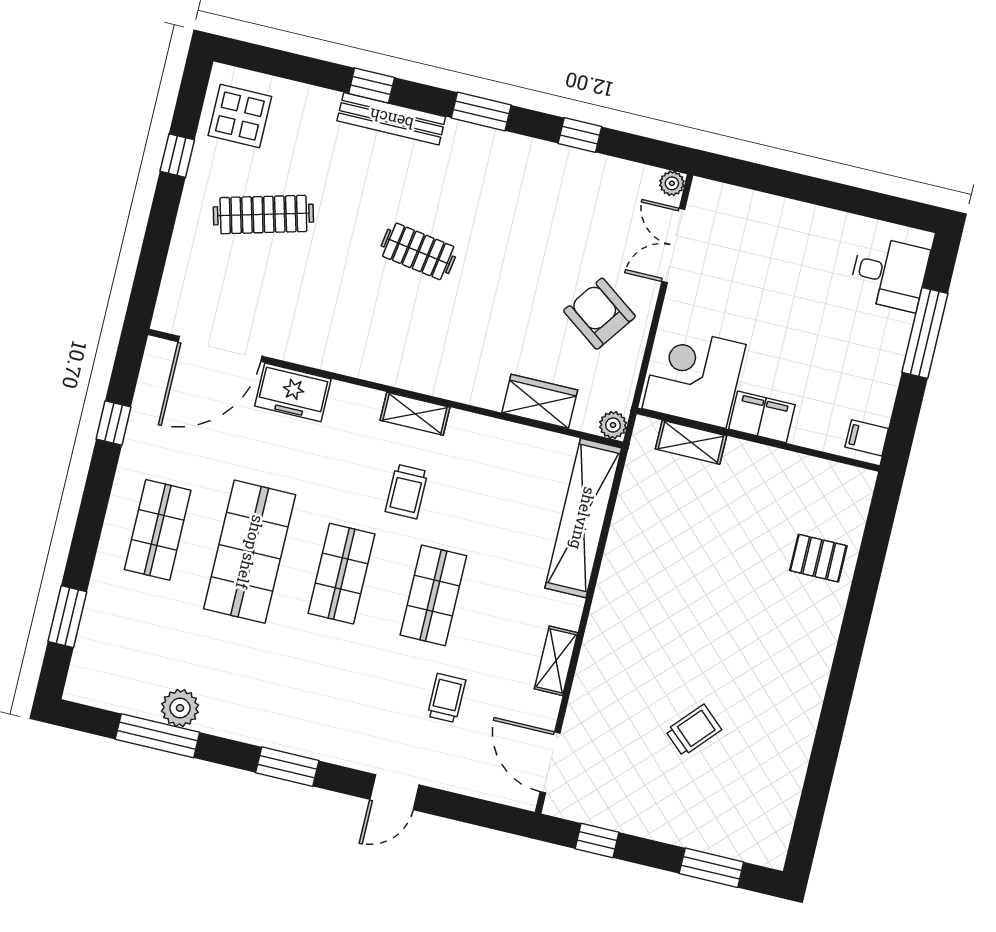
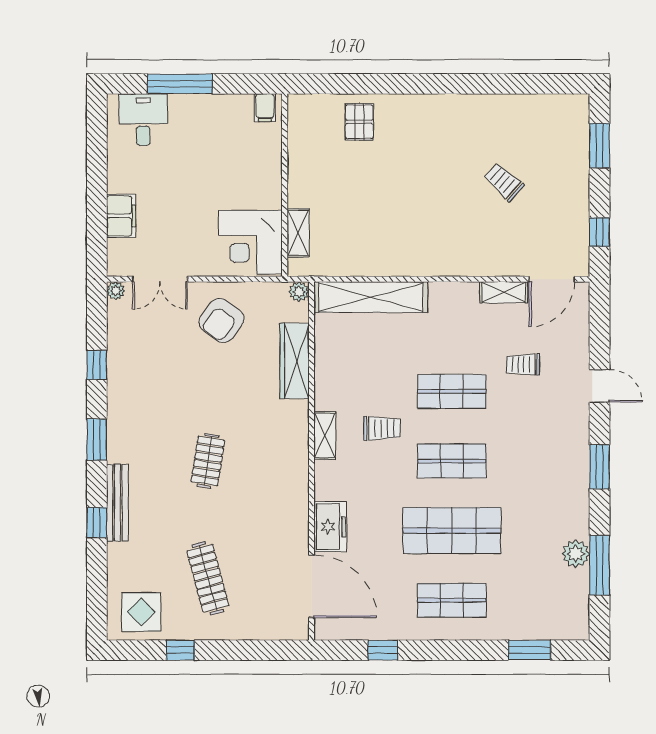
wardrobe: (540, 401) -> (294, 361), width x1.50
filing cabinet: (762, 417) -> (121, 216), moved, turned 180
shelving: (556, 661) -> (504, 292), moved

